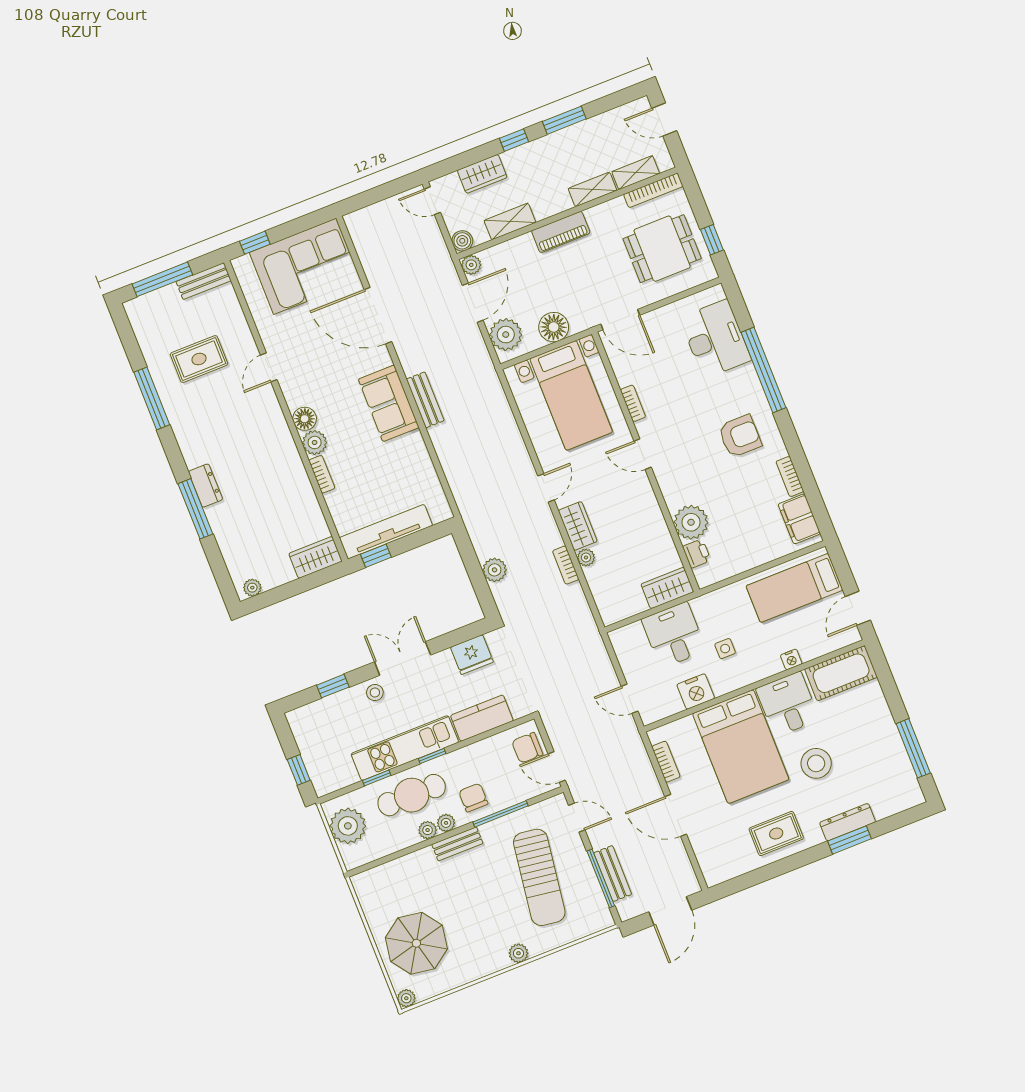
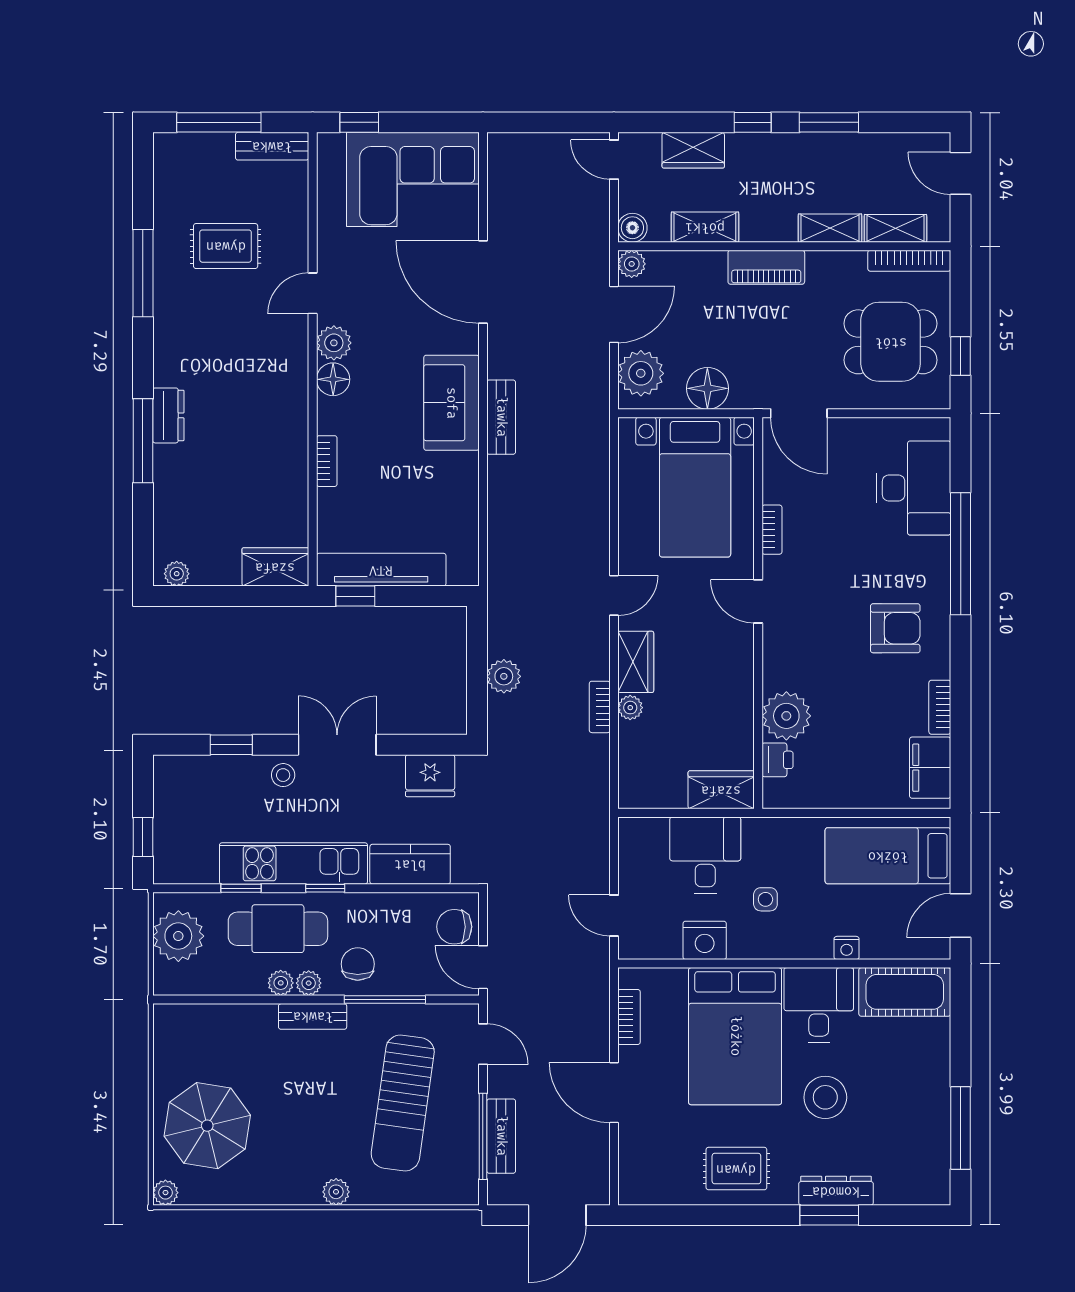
plant: (315, 443) -> (334, 343), moved

